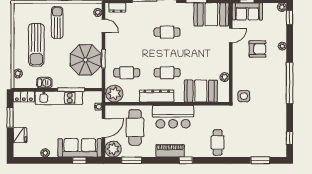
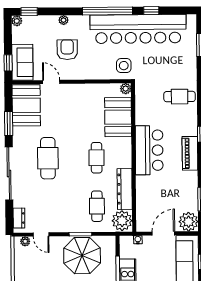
door: (103, 26) -> (41, 234), swing flipped
cafe table: (167, 32) -> (48, 158), width x1.37, depth x1.35
plant: (225, 77) -> (126, 89), moved
dresser: (157, 96) -> (125, 189), moved
bar counter: (274, 108) -> (138, 29), added
cafe table: (135, 127) -> (162, 196), removed
door: (103, 128) -> (163, 233), hinge flipped
window: (290, 138) -> (151, 11), moved

